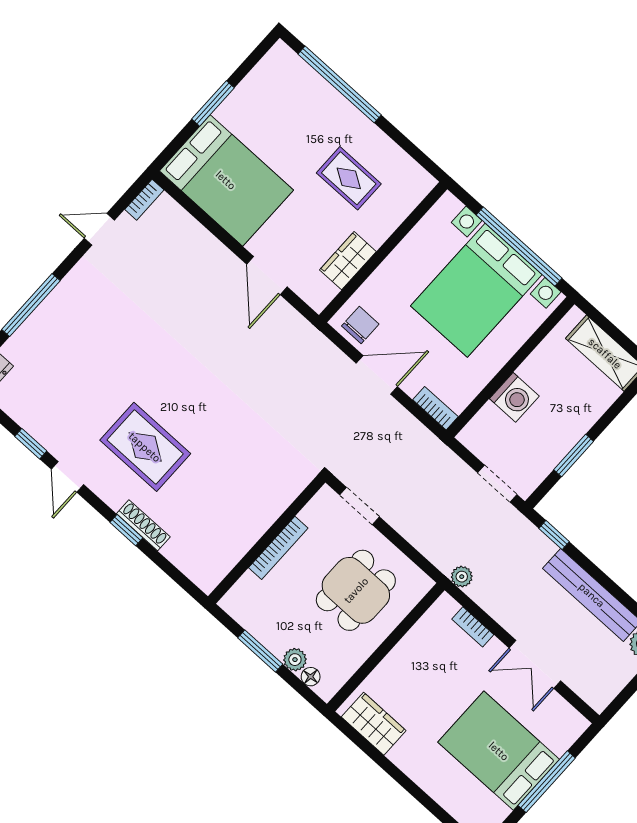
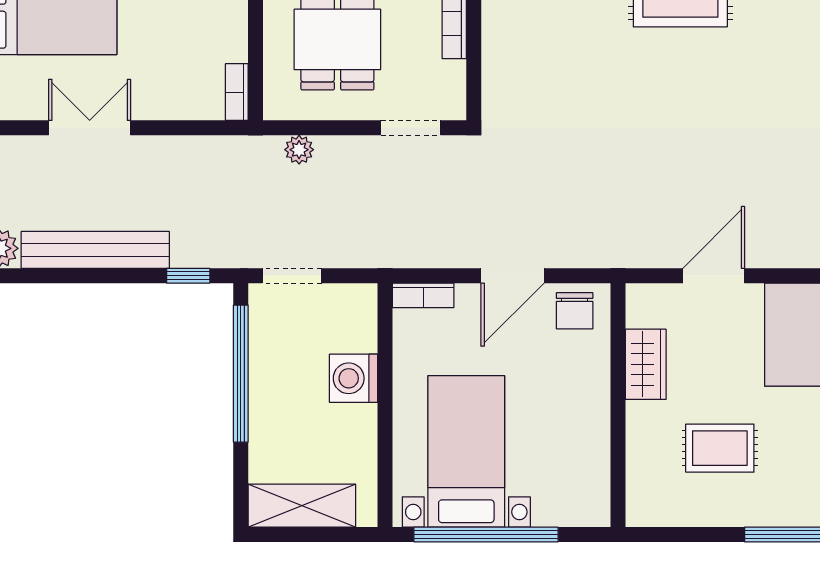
door: (267, 275) -> (714, 276), hinge flipped
bed with nightstands: (476, 290) -> (466, 451), width x0.73
window: (574, 456) -> (241, 374), width x2.11
plant: (462, 577) -> (299, 150), moved
bookcase: (473, 627) -> (237, 92), moved, turned -90

